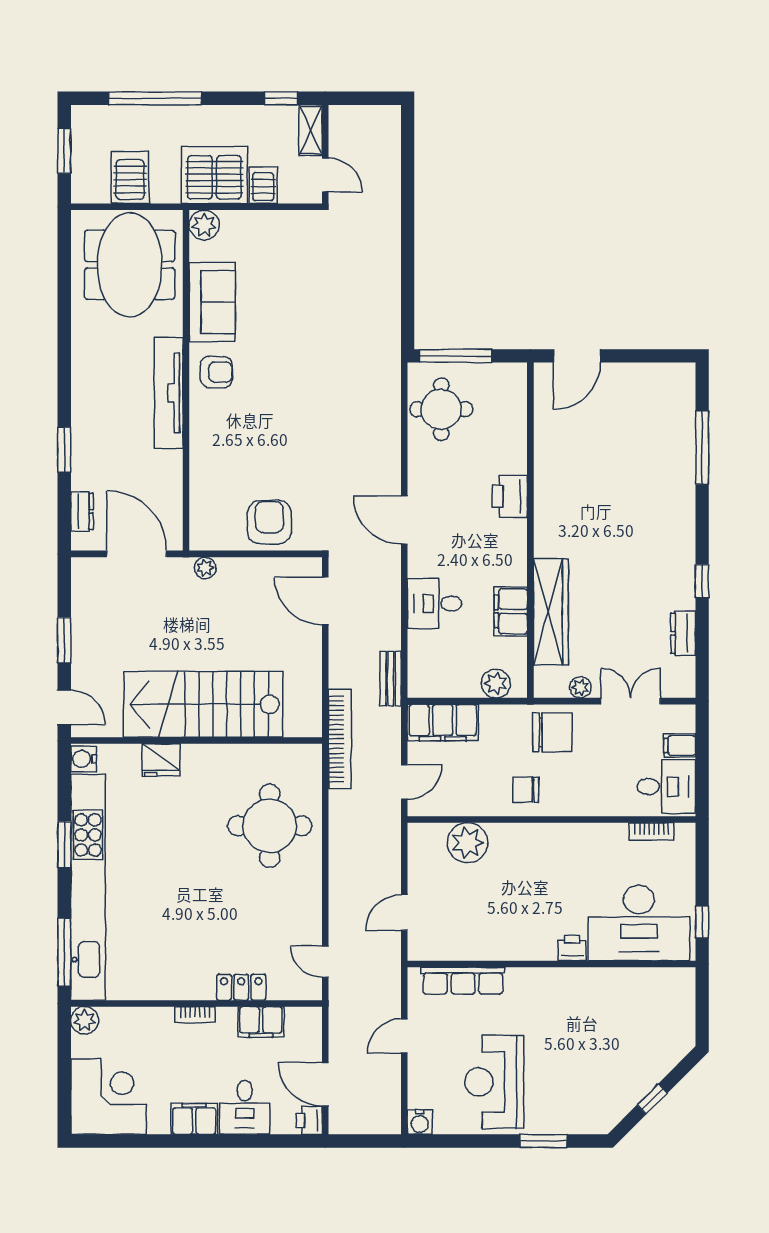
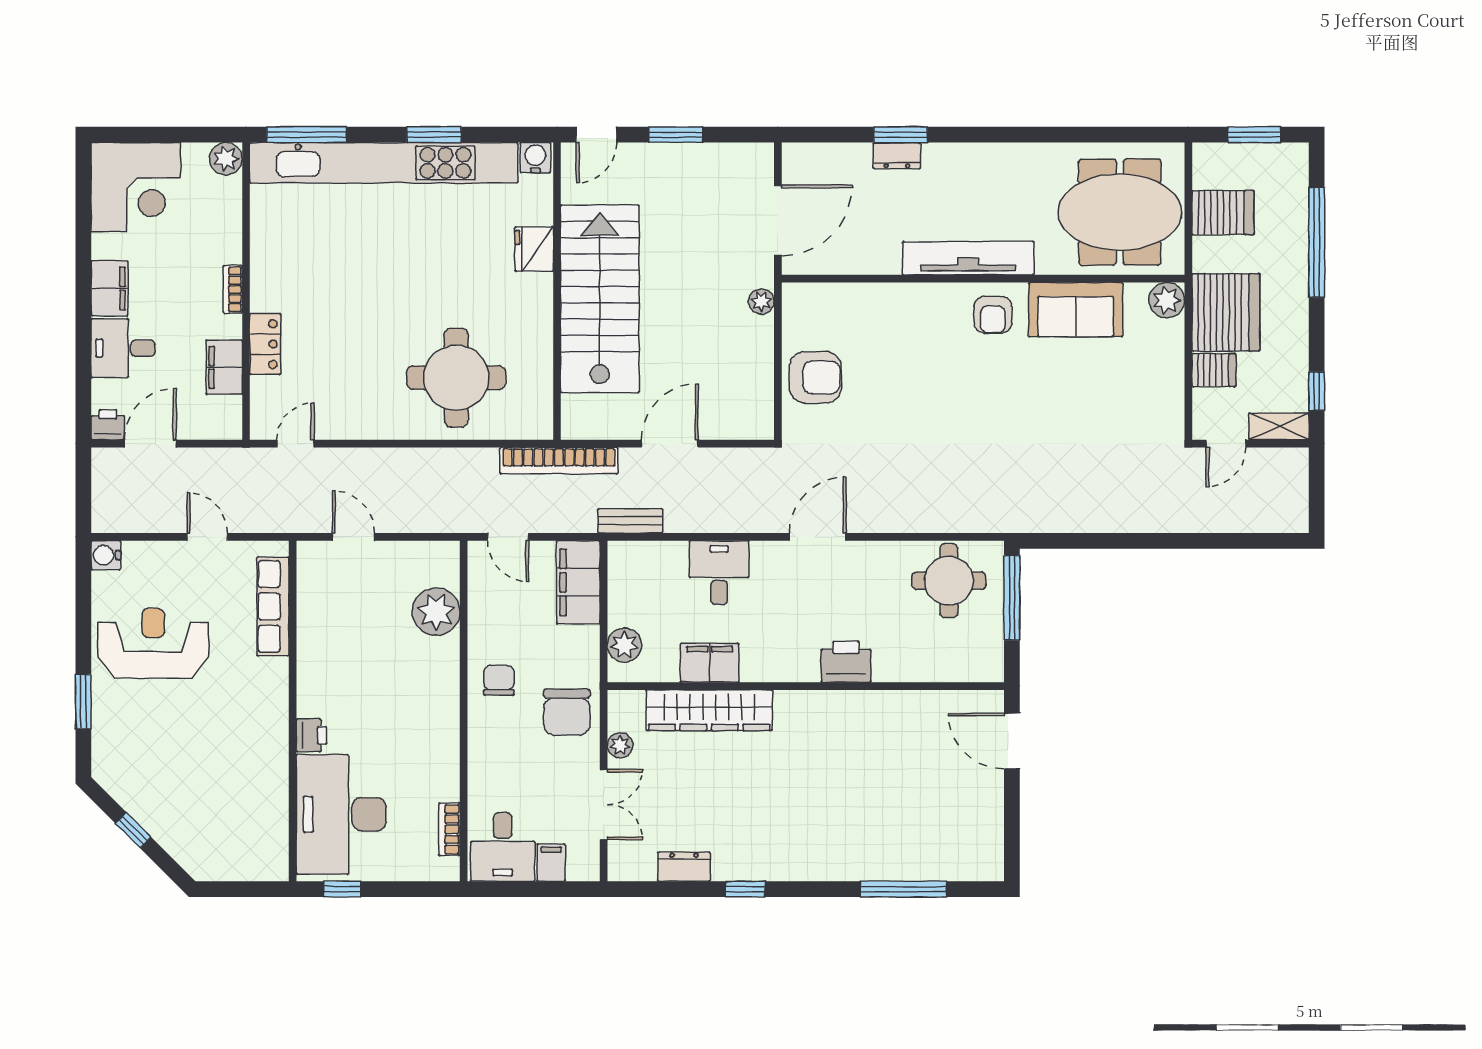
dresser: (82, 511) -> (897, 156), moved
door: (325, 601) -> (670, 444), moved

